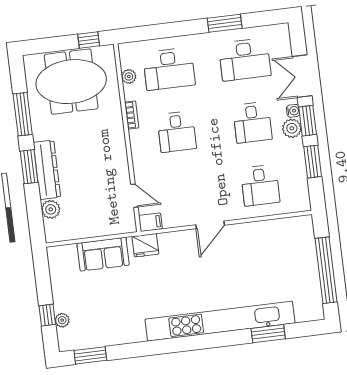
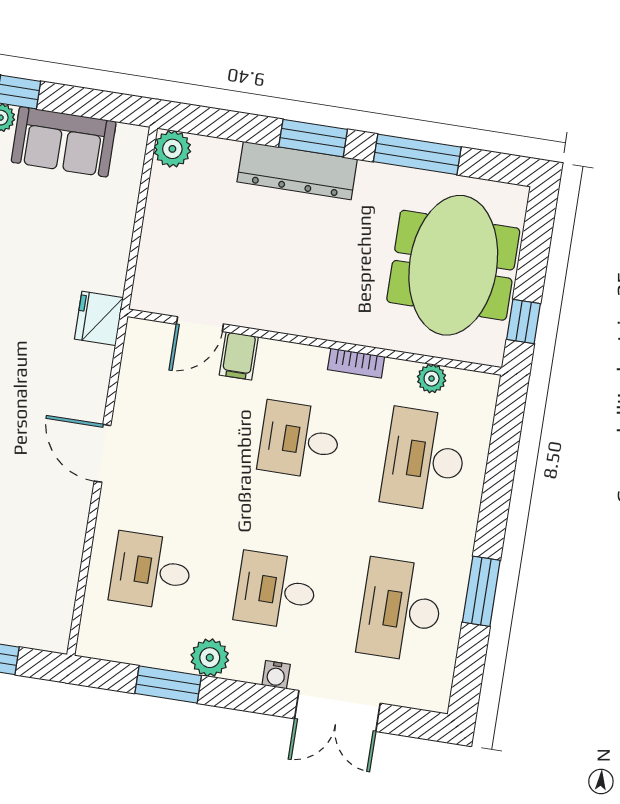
double door: (302, 76) -> (337, 711), swing flipped
window: (308, 121) -> (249, 697), removed
plant: (292, 128) -> (210, 658), moved
plant: (51, 209) -> (172, 149), moved
filing cabinet: (150, 222) -> (239, 356), moved
sofa: (103, 254) -> (64, 142), moved, turned -90

